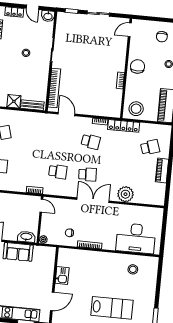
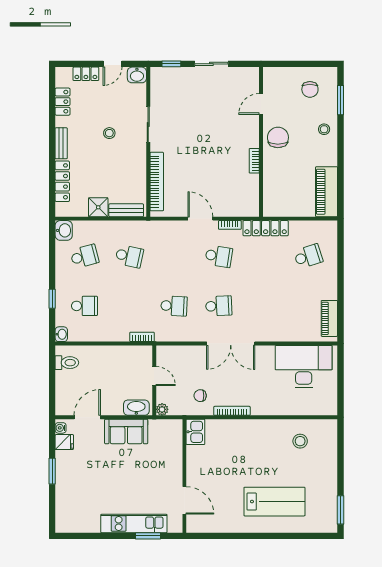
door: (33, 7) -> (113, 64), hinge flipped
door: (130, 30) -> (261, 104), moved
stool: (136, 109) -> (282, 201), removed
door: (67, 114) -> (200, 219), moved
school desk: (31, 136) -> (129, 256), added
piano: (162, 171) -> (329, 318), moved
plant: (125, 194) -> (278, 330), removed
double door: (93, 200) -> (231, 344), swing flipped
door: (41, 206) -> (154, 376), moved
desk: (136, 238) -> (304, 367), moved, turned 180
kitchen sink: (62, 275) -> (195, 432), moved
door: (52, 301) -> (184, 500), hinge flipped

